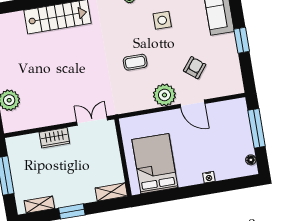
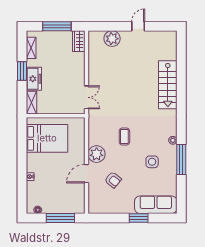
window: (242, 40) -> (139, 218), moved
wardrobe: (54, 138) -> (79, 41), moved
freezer: (79, 194) -> (34, 79), added

